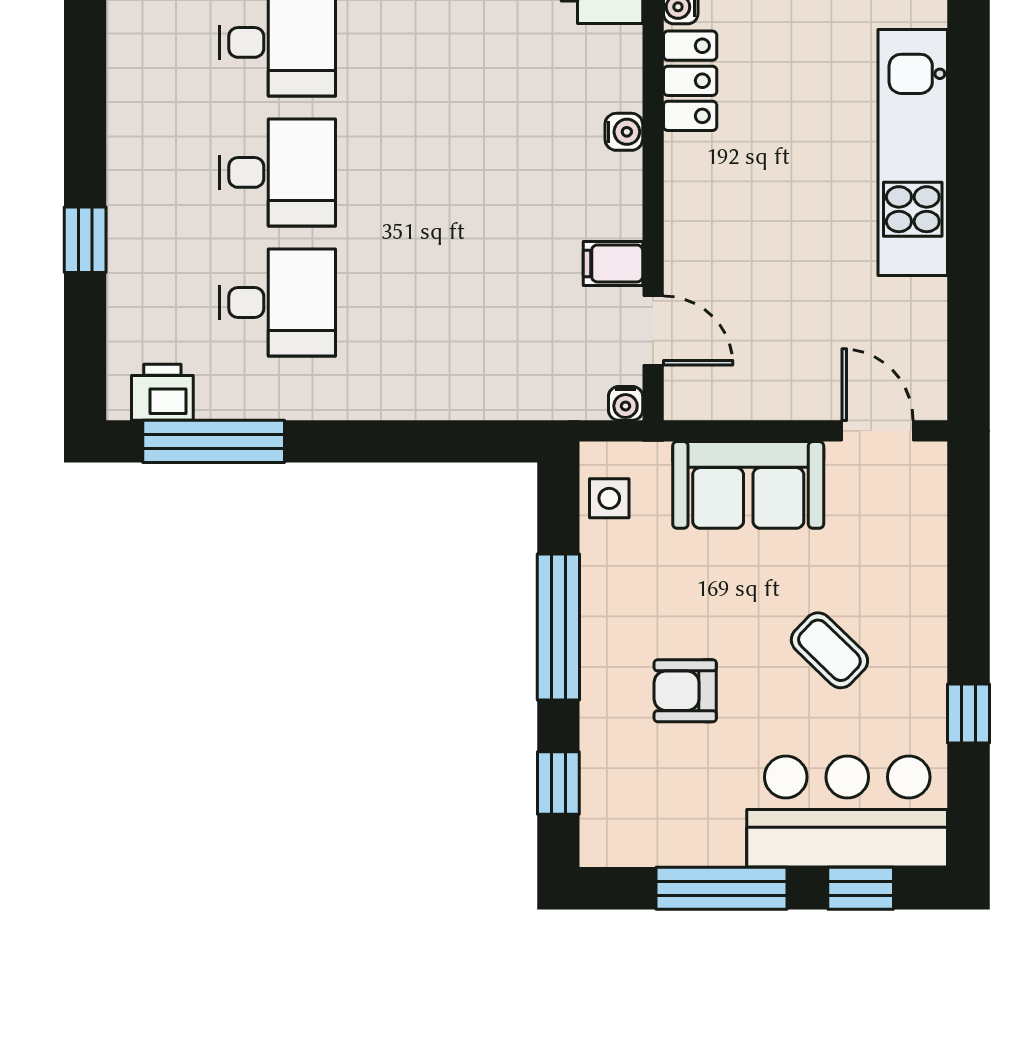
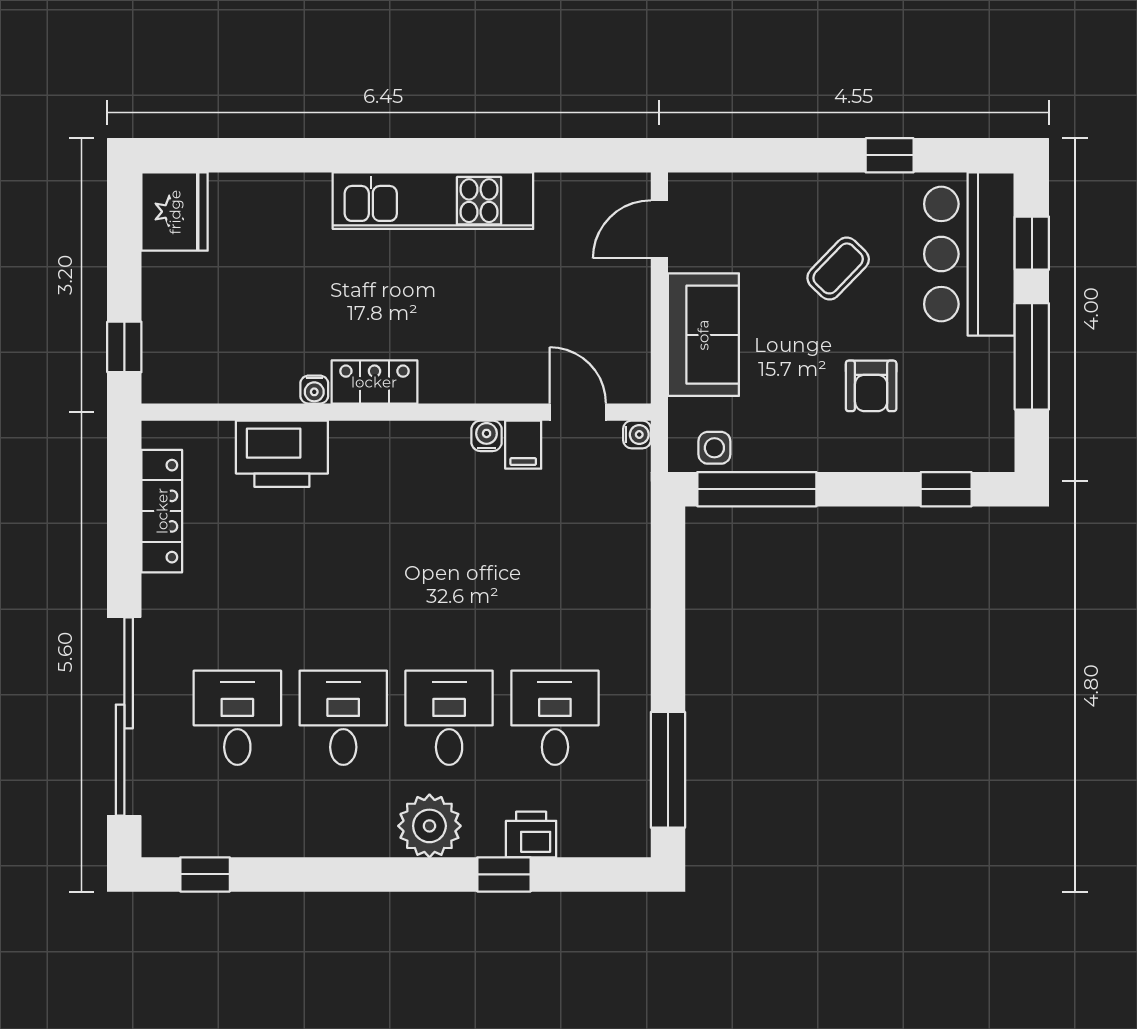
water cooler: (624, 132) -> (487, 436), moved
plant: (145, 148) -> (429, 826), added
door: (653, 330) -> (578, 412), hinge flipped
printer: (162, 392) -> (531, 835), moved, turned 90
window: (558, 627) -> (757, 489), moved

